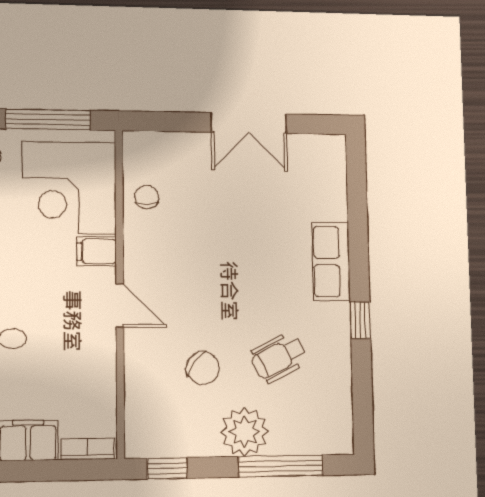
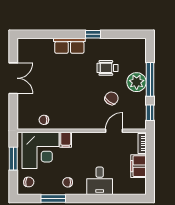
window: (48, 119) -> (13, 159), width x0.69
door: (120, 305) -> (114, 131), moved
wheelchair: (279, 357) -> (108, 68), turned 117
window: (281, 466) -> (150, 79), moved

